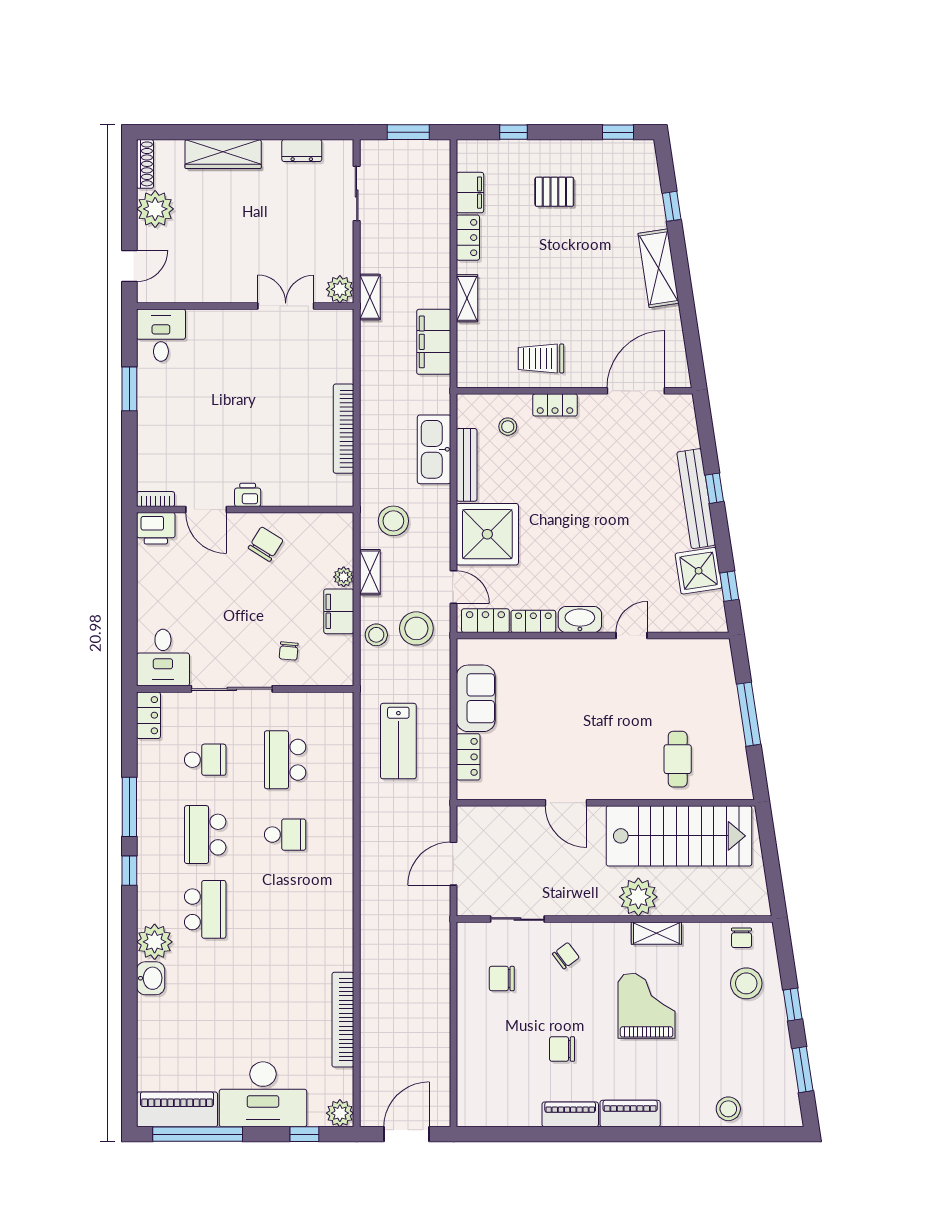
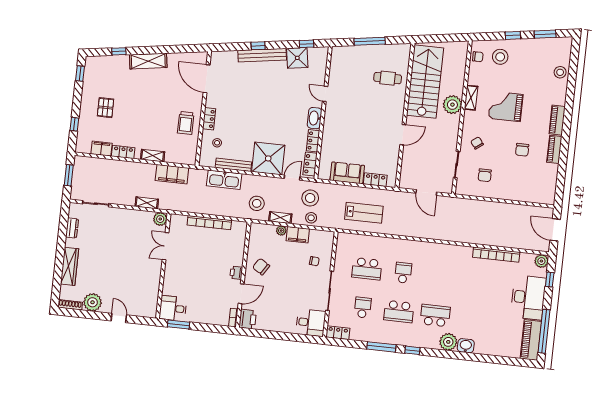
plant: (340, 289) -> (160, 219), moved
wall: (245, 306) -> (163, 266), moved
double door: (286, 306) -> (165, 246), moved
desk: (161, 335) -> (173, 308), moved

